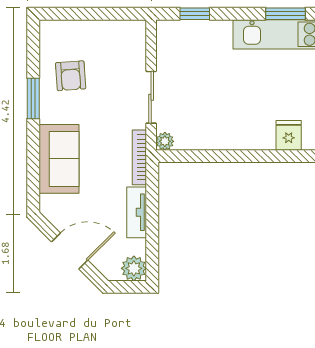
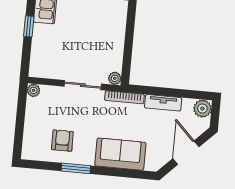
window: (195, 14) -> (29, 26), moved
plant: (137, 29) -> (34, 90), added
armchair: (71, 76) -> (62, 140), turned -86

